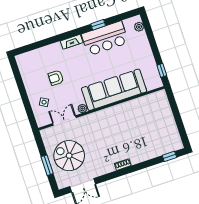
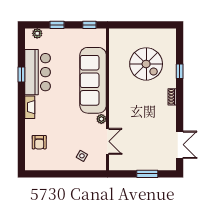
window: (152, 42) -> (57, 25), added
armchair: (56, 78) -> (39, 142), moved
double door: (64, 121) -> (108, 141), swing flipped
spiral stairs: (69, 156) -> (146, 64), moved, turned -90
window: (169, 156) -> (180, 71), moved

